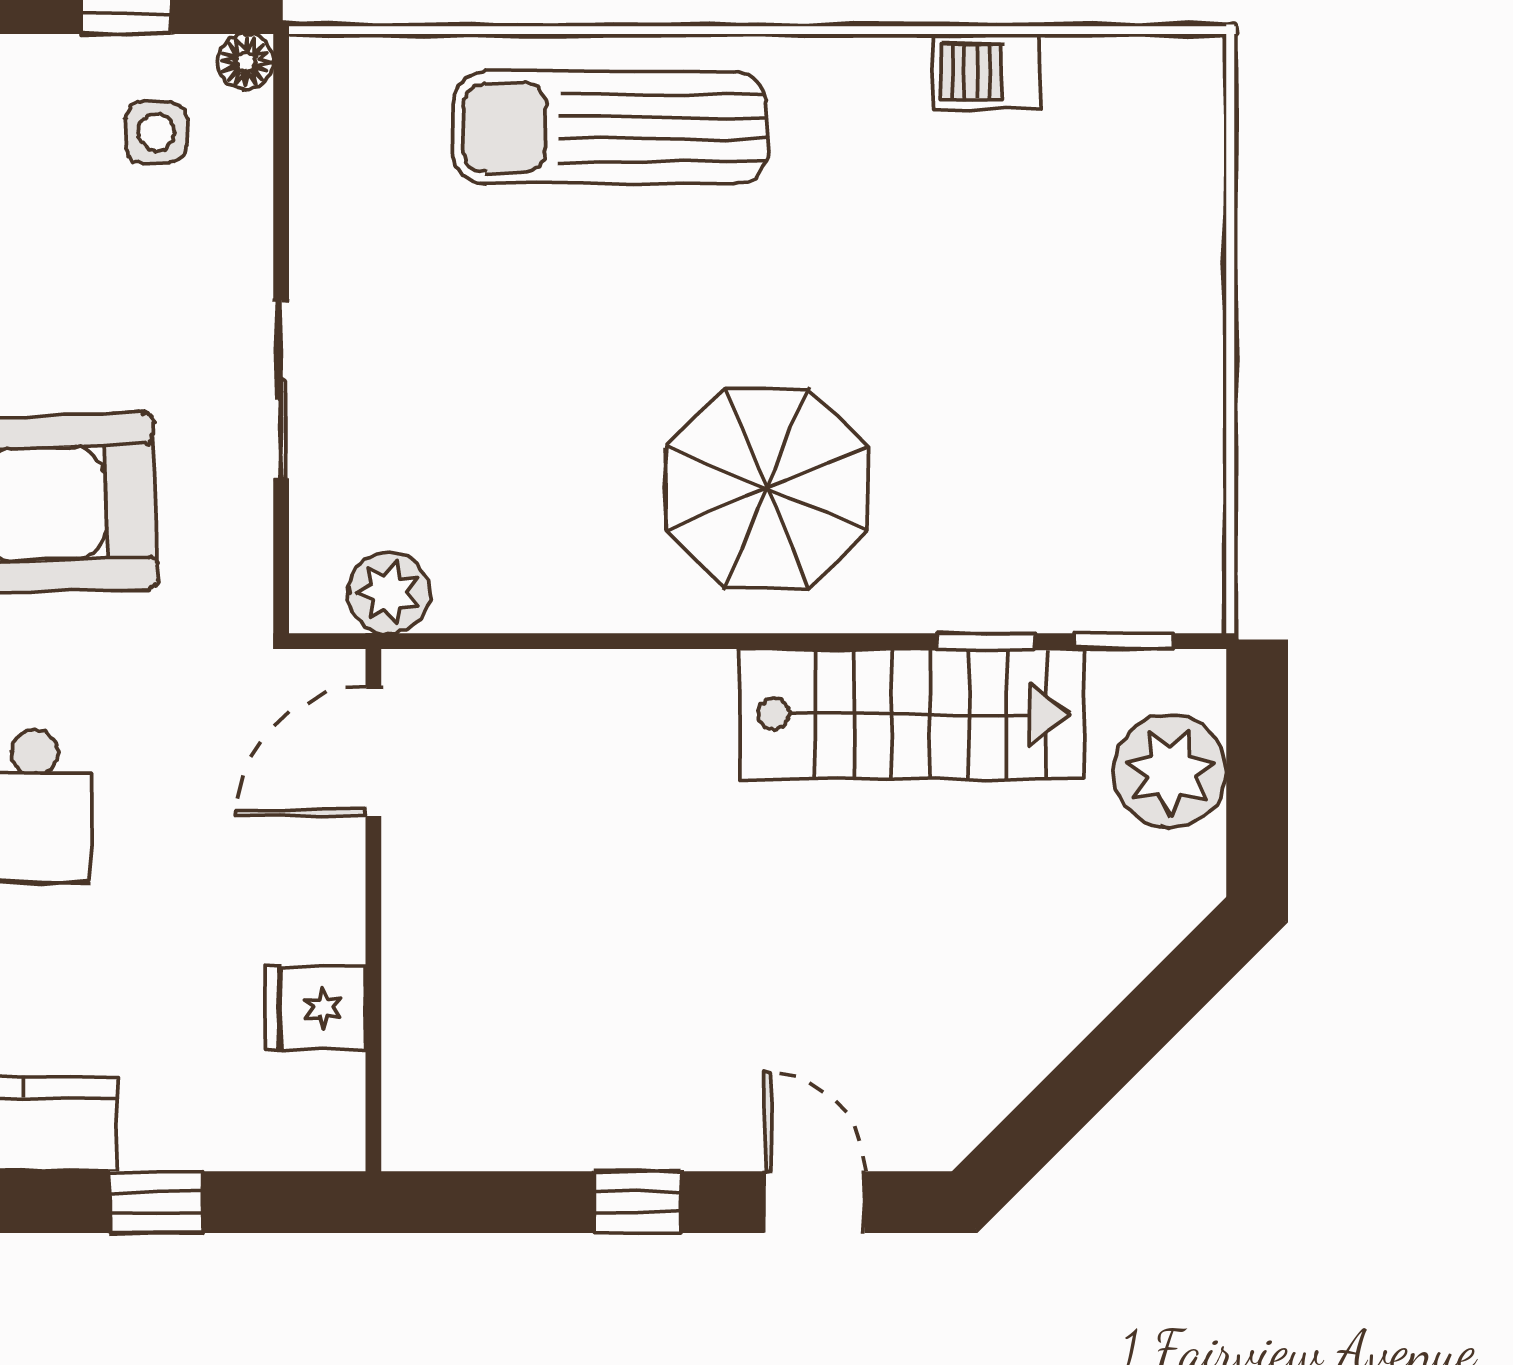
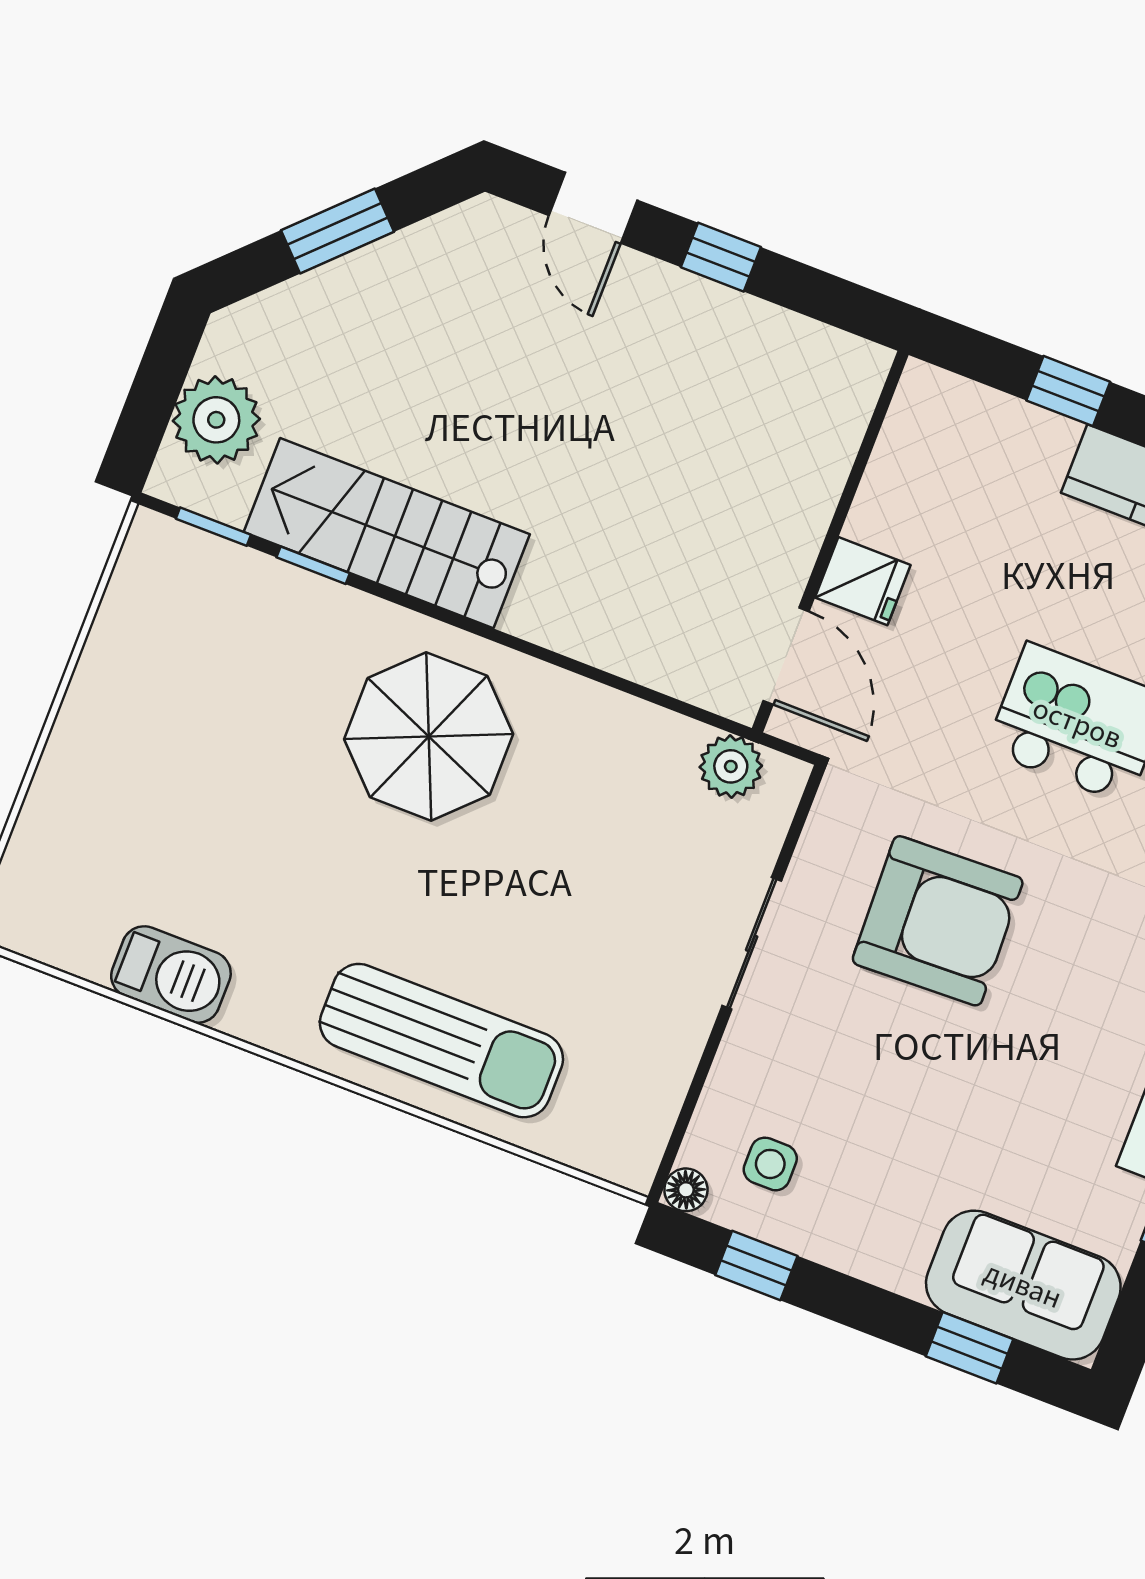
barbecue: (987, 72) -> (171, 975), width x1.38, depth x1.27
door: (373, 752) -> (786, 656), hinge flipped
fridge: (316, 1008) -> (863, 581), moved
window: (1112, 1055) -> (338, 231), added

